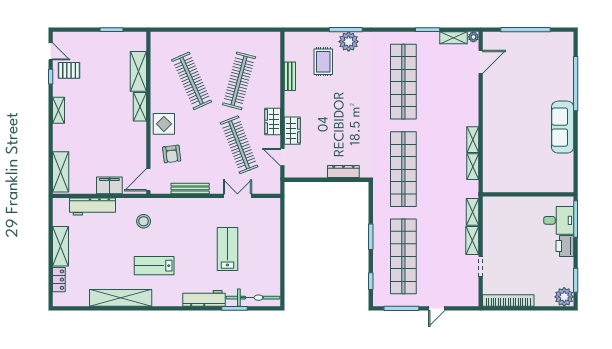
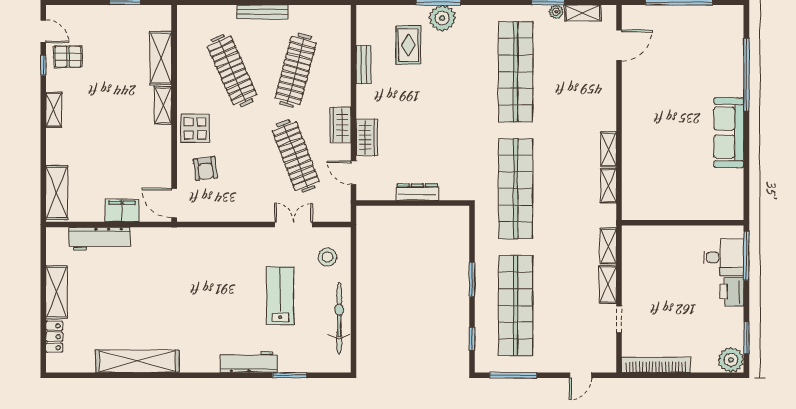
plant: (473, 37) -> (556, 12), moved
dresser: (343, 172) -> (417, 192), moved
door: (148, 180) -> (174, 203), hinge flipped
bench: (190, 188) -> (262, 12), moved
stool: (144, 221) -> (327, 257), moved
lab bench: (154, 266) -> (182, 318), removed
bicycle: (253, 298) -> (339, 318), moved, turned -90
door: (437, 308) -> (581, 375), moved

